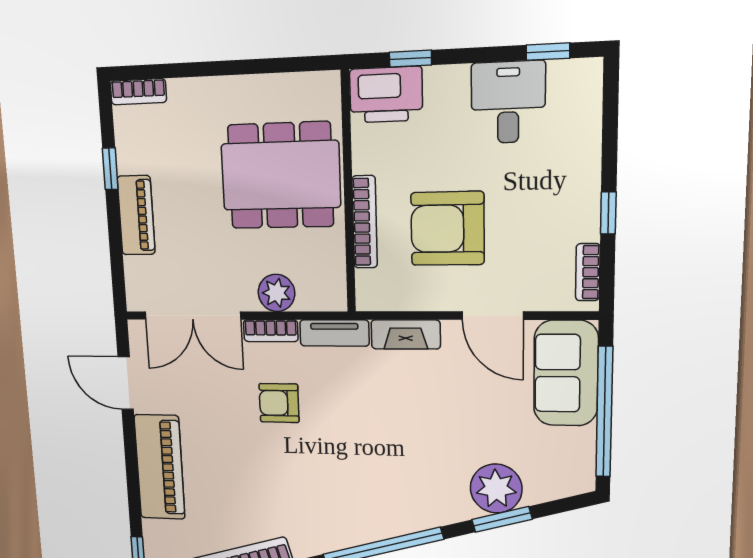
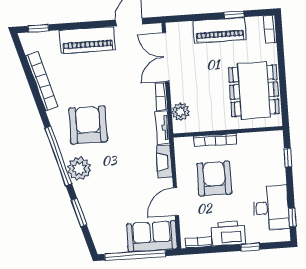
printer: (386, 95) -> (228, 233), moved, turned 90
desk: (508, 102) -> (271, 208), width x1.37
dining table: (281, 176) -> (254, 91), moved
window: (608, 213) -> (250, 247), moved
piano: (136, 215) -> (220, 30), width x1.37, depth x1.33
plant: (276, 293) -> (181, 112), moved
armchair: (279, 403) -> (88, 125), moved, width x1.88, depth x1.88
plant: (496, 489) -> (79, 169), moved

